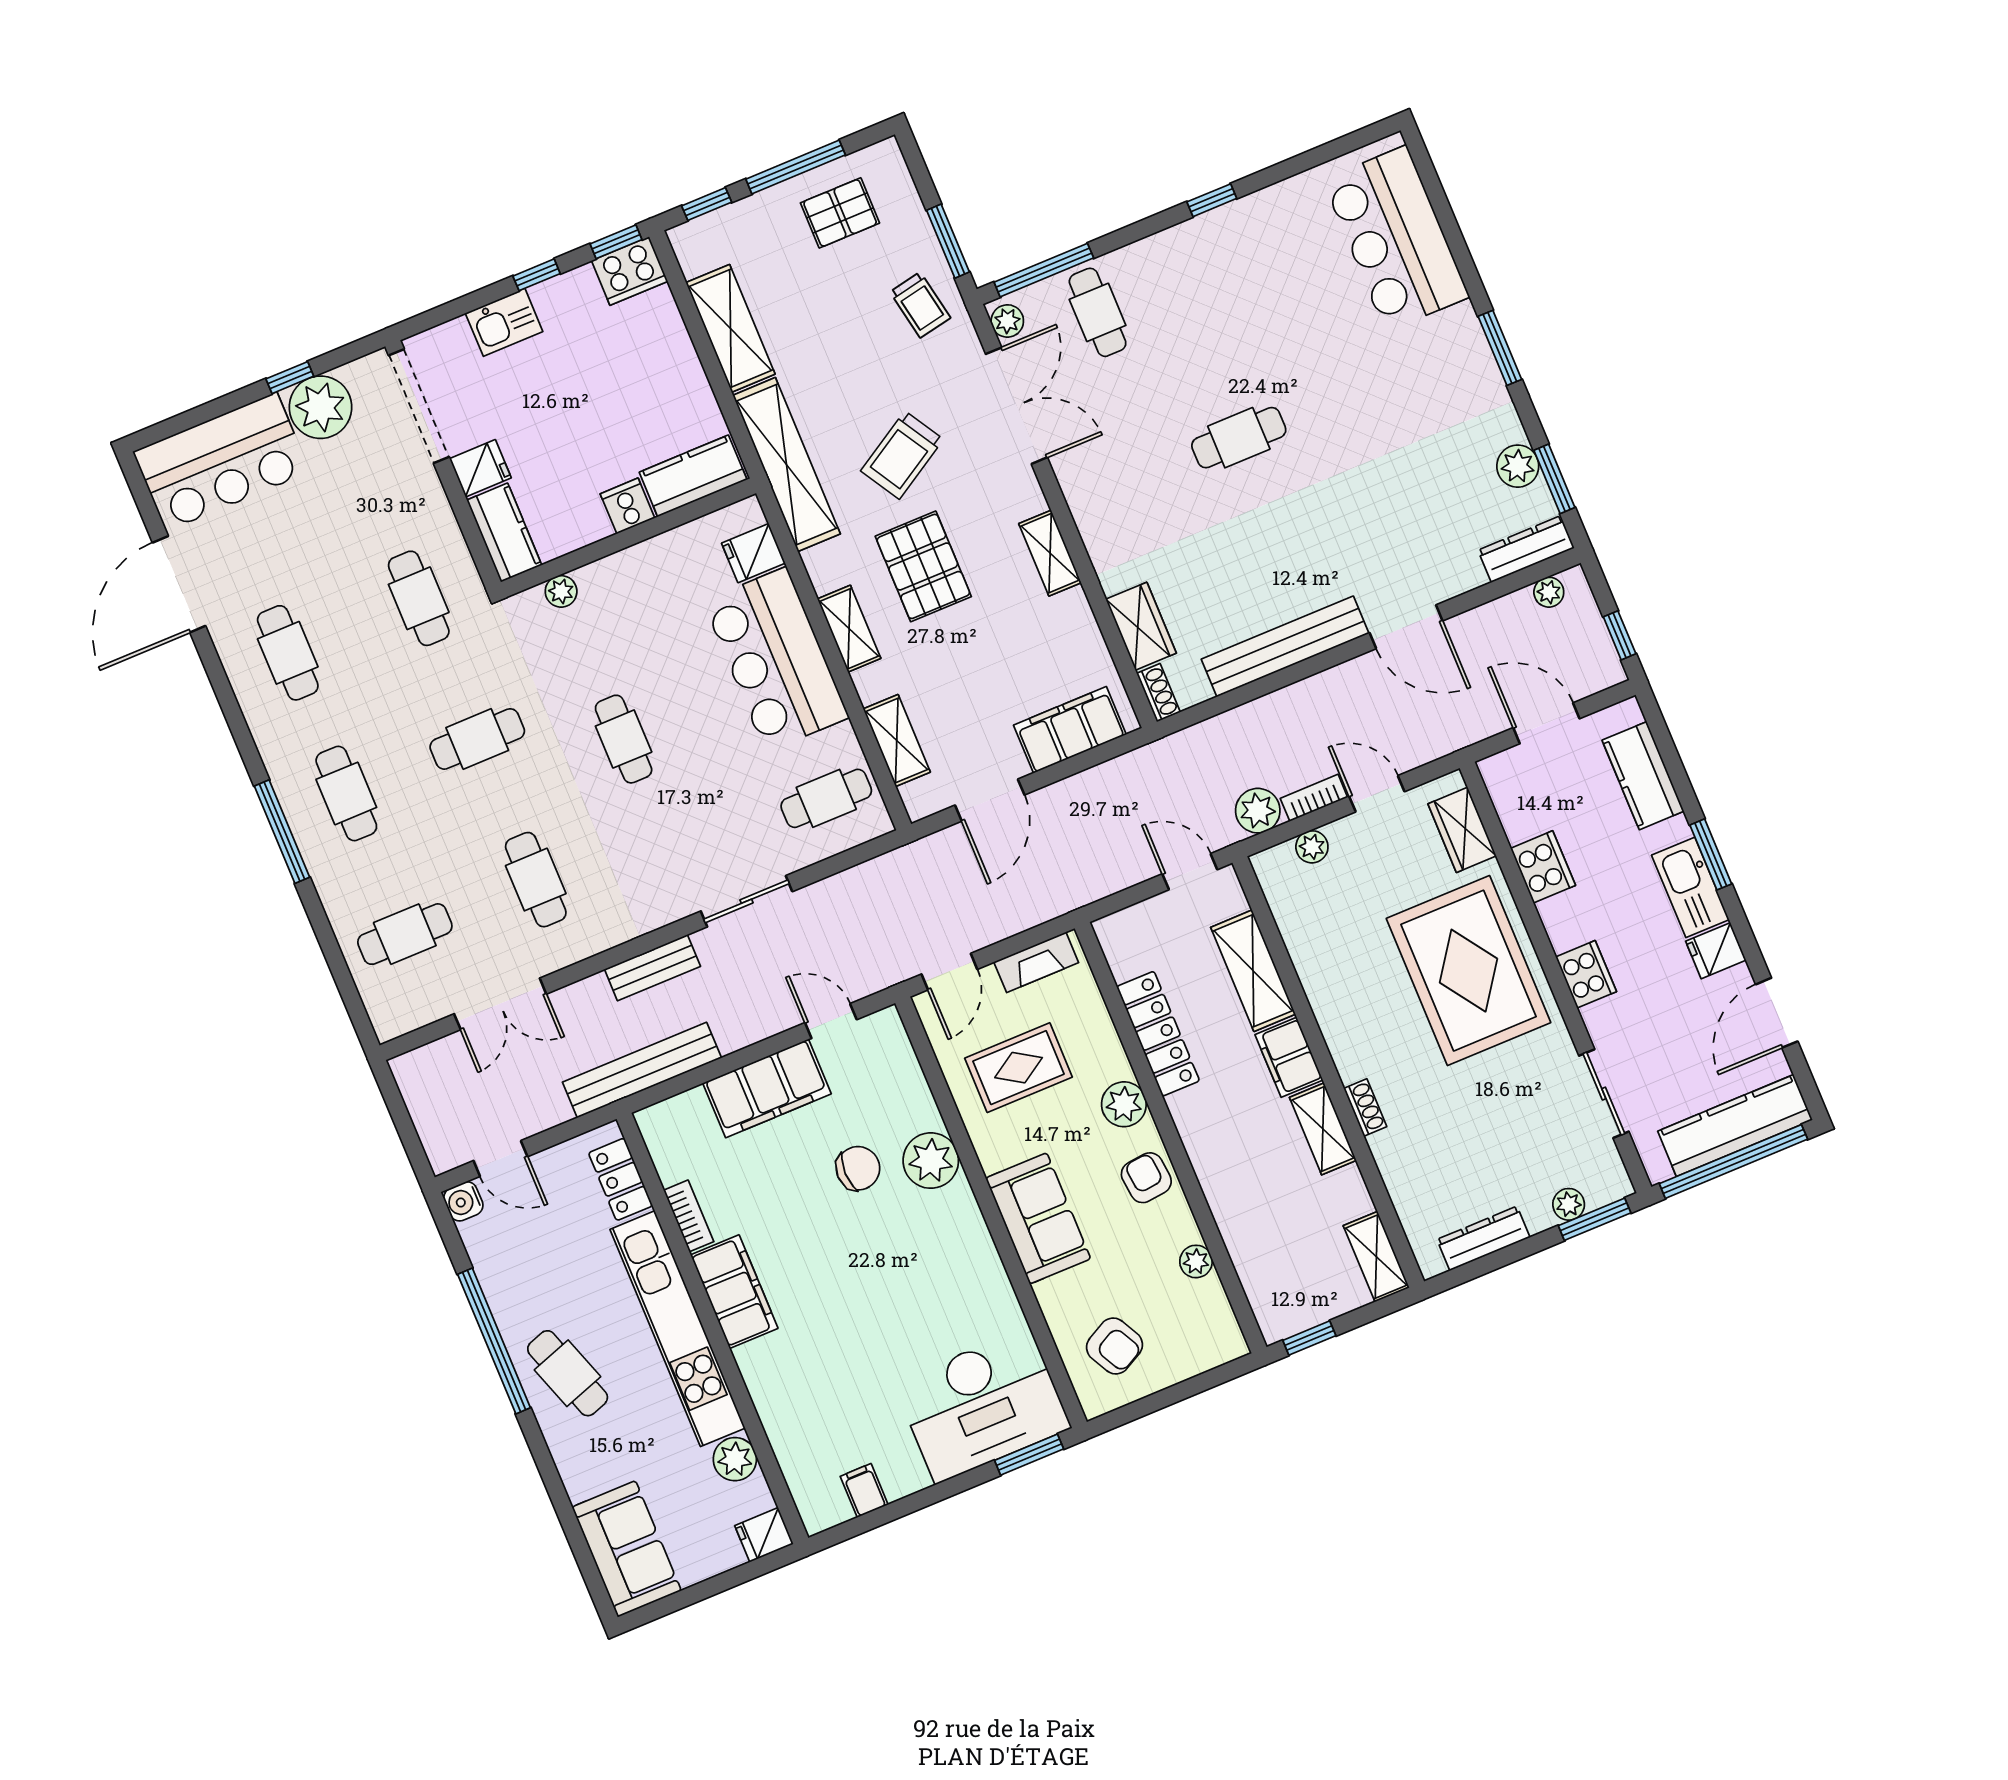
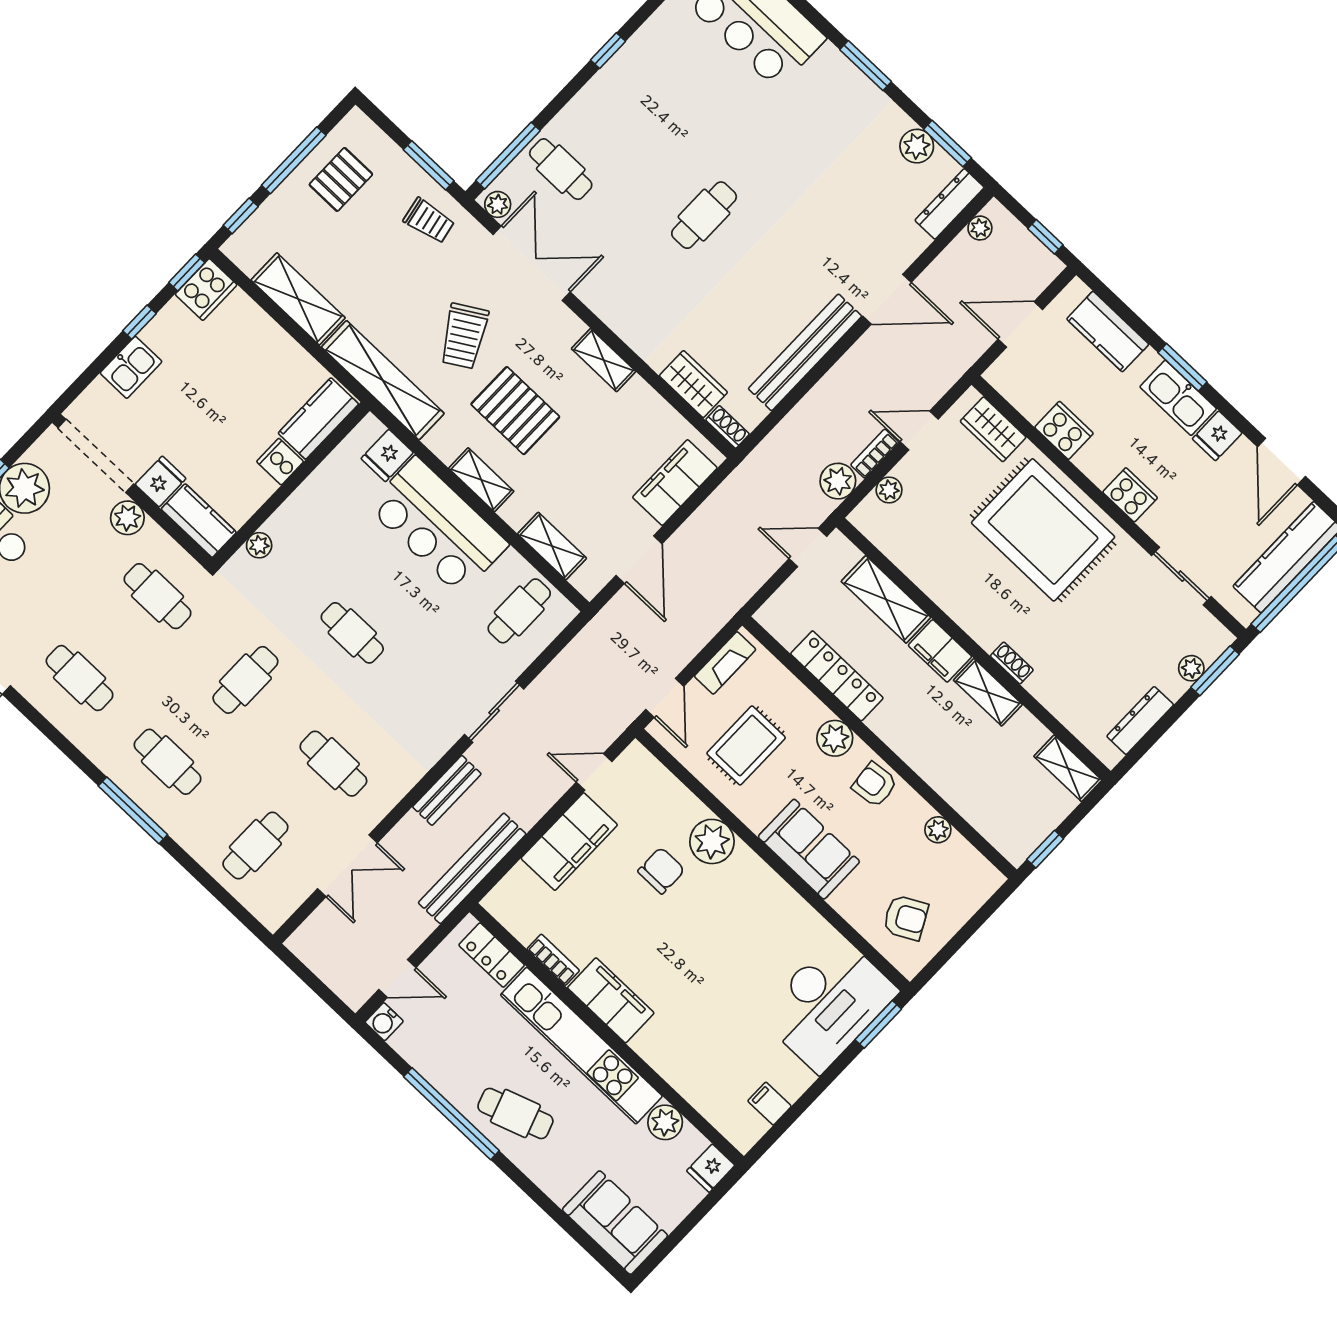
plant: (424, 493) -> (127, 518), added

